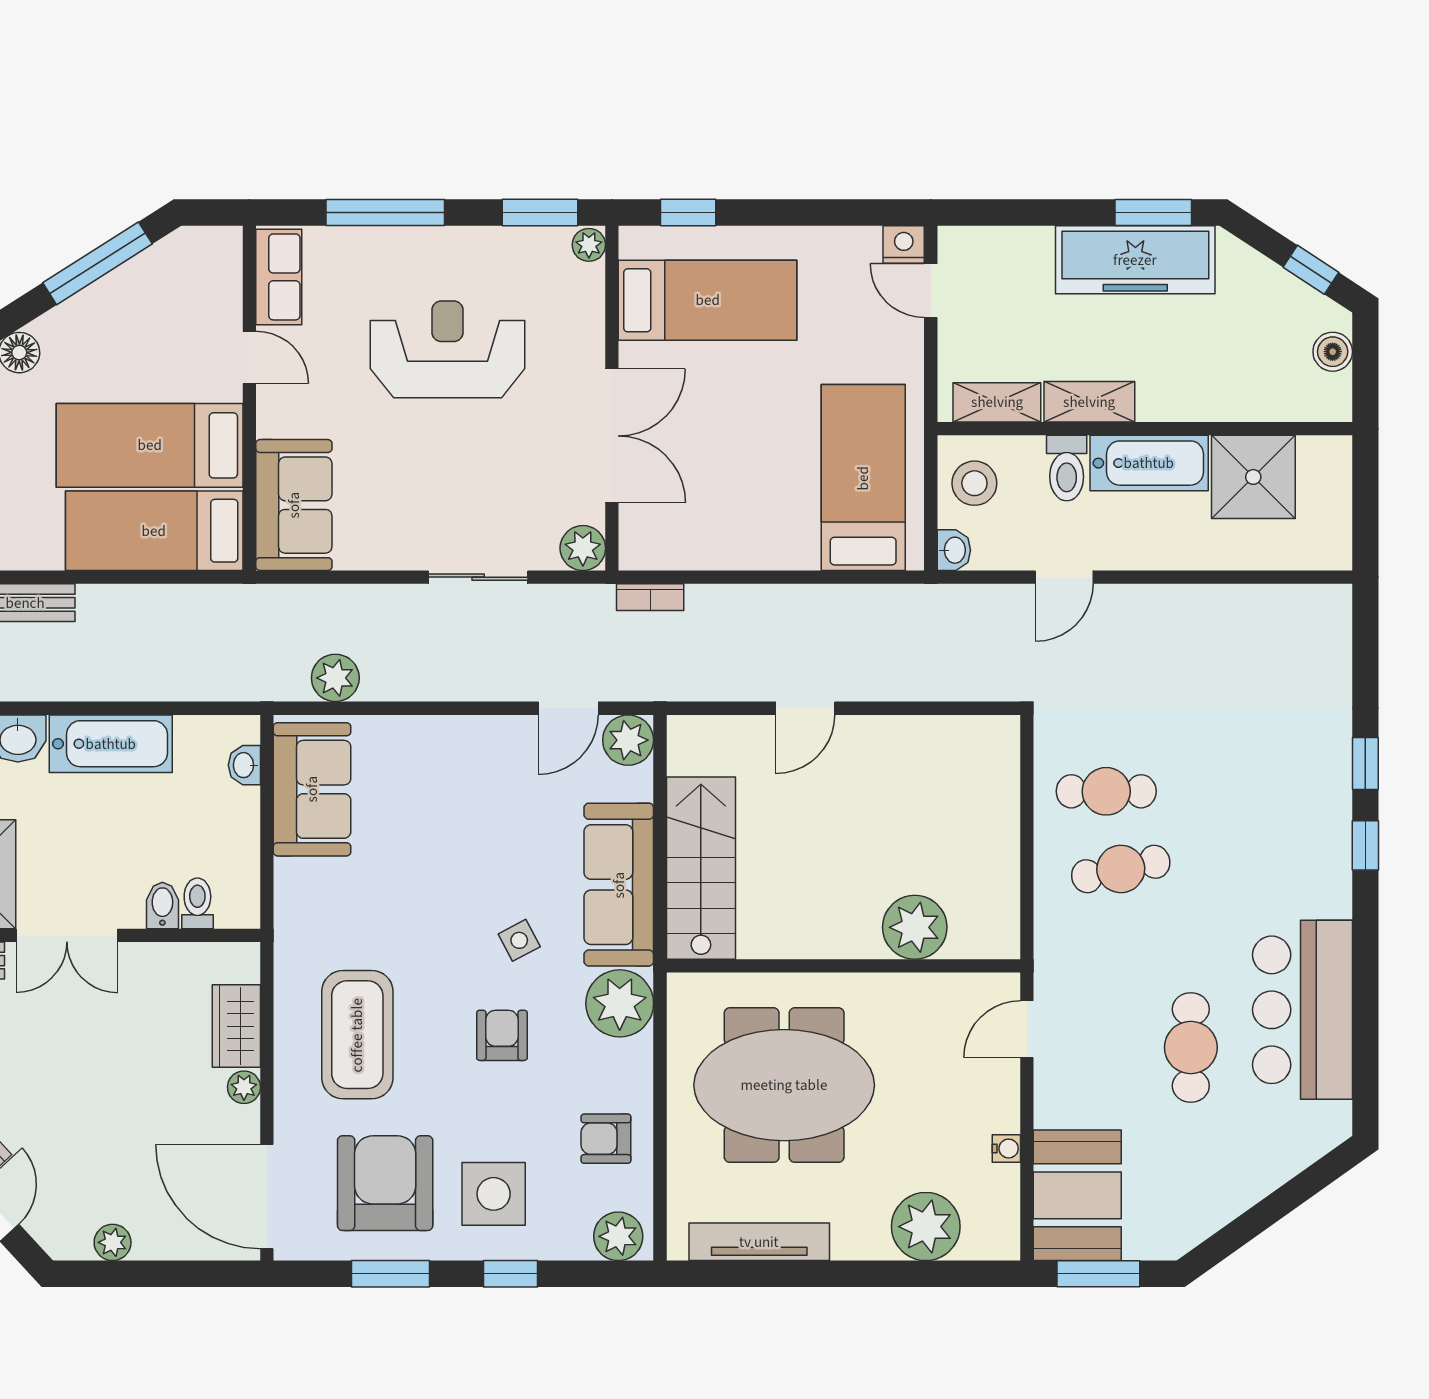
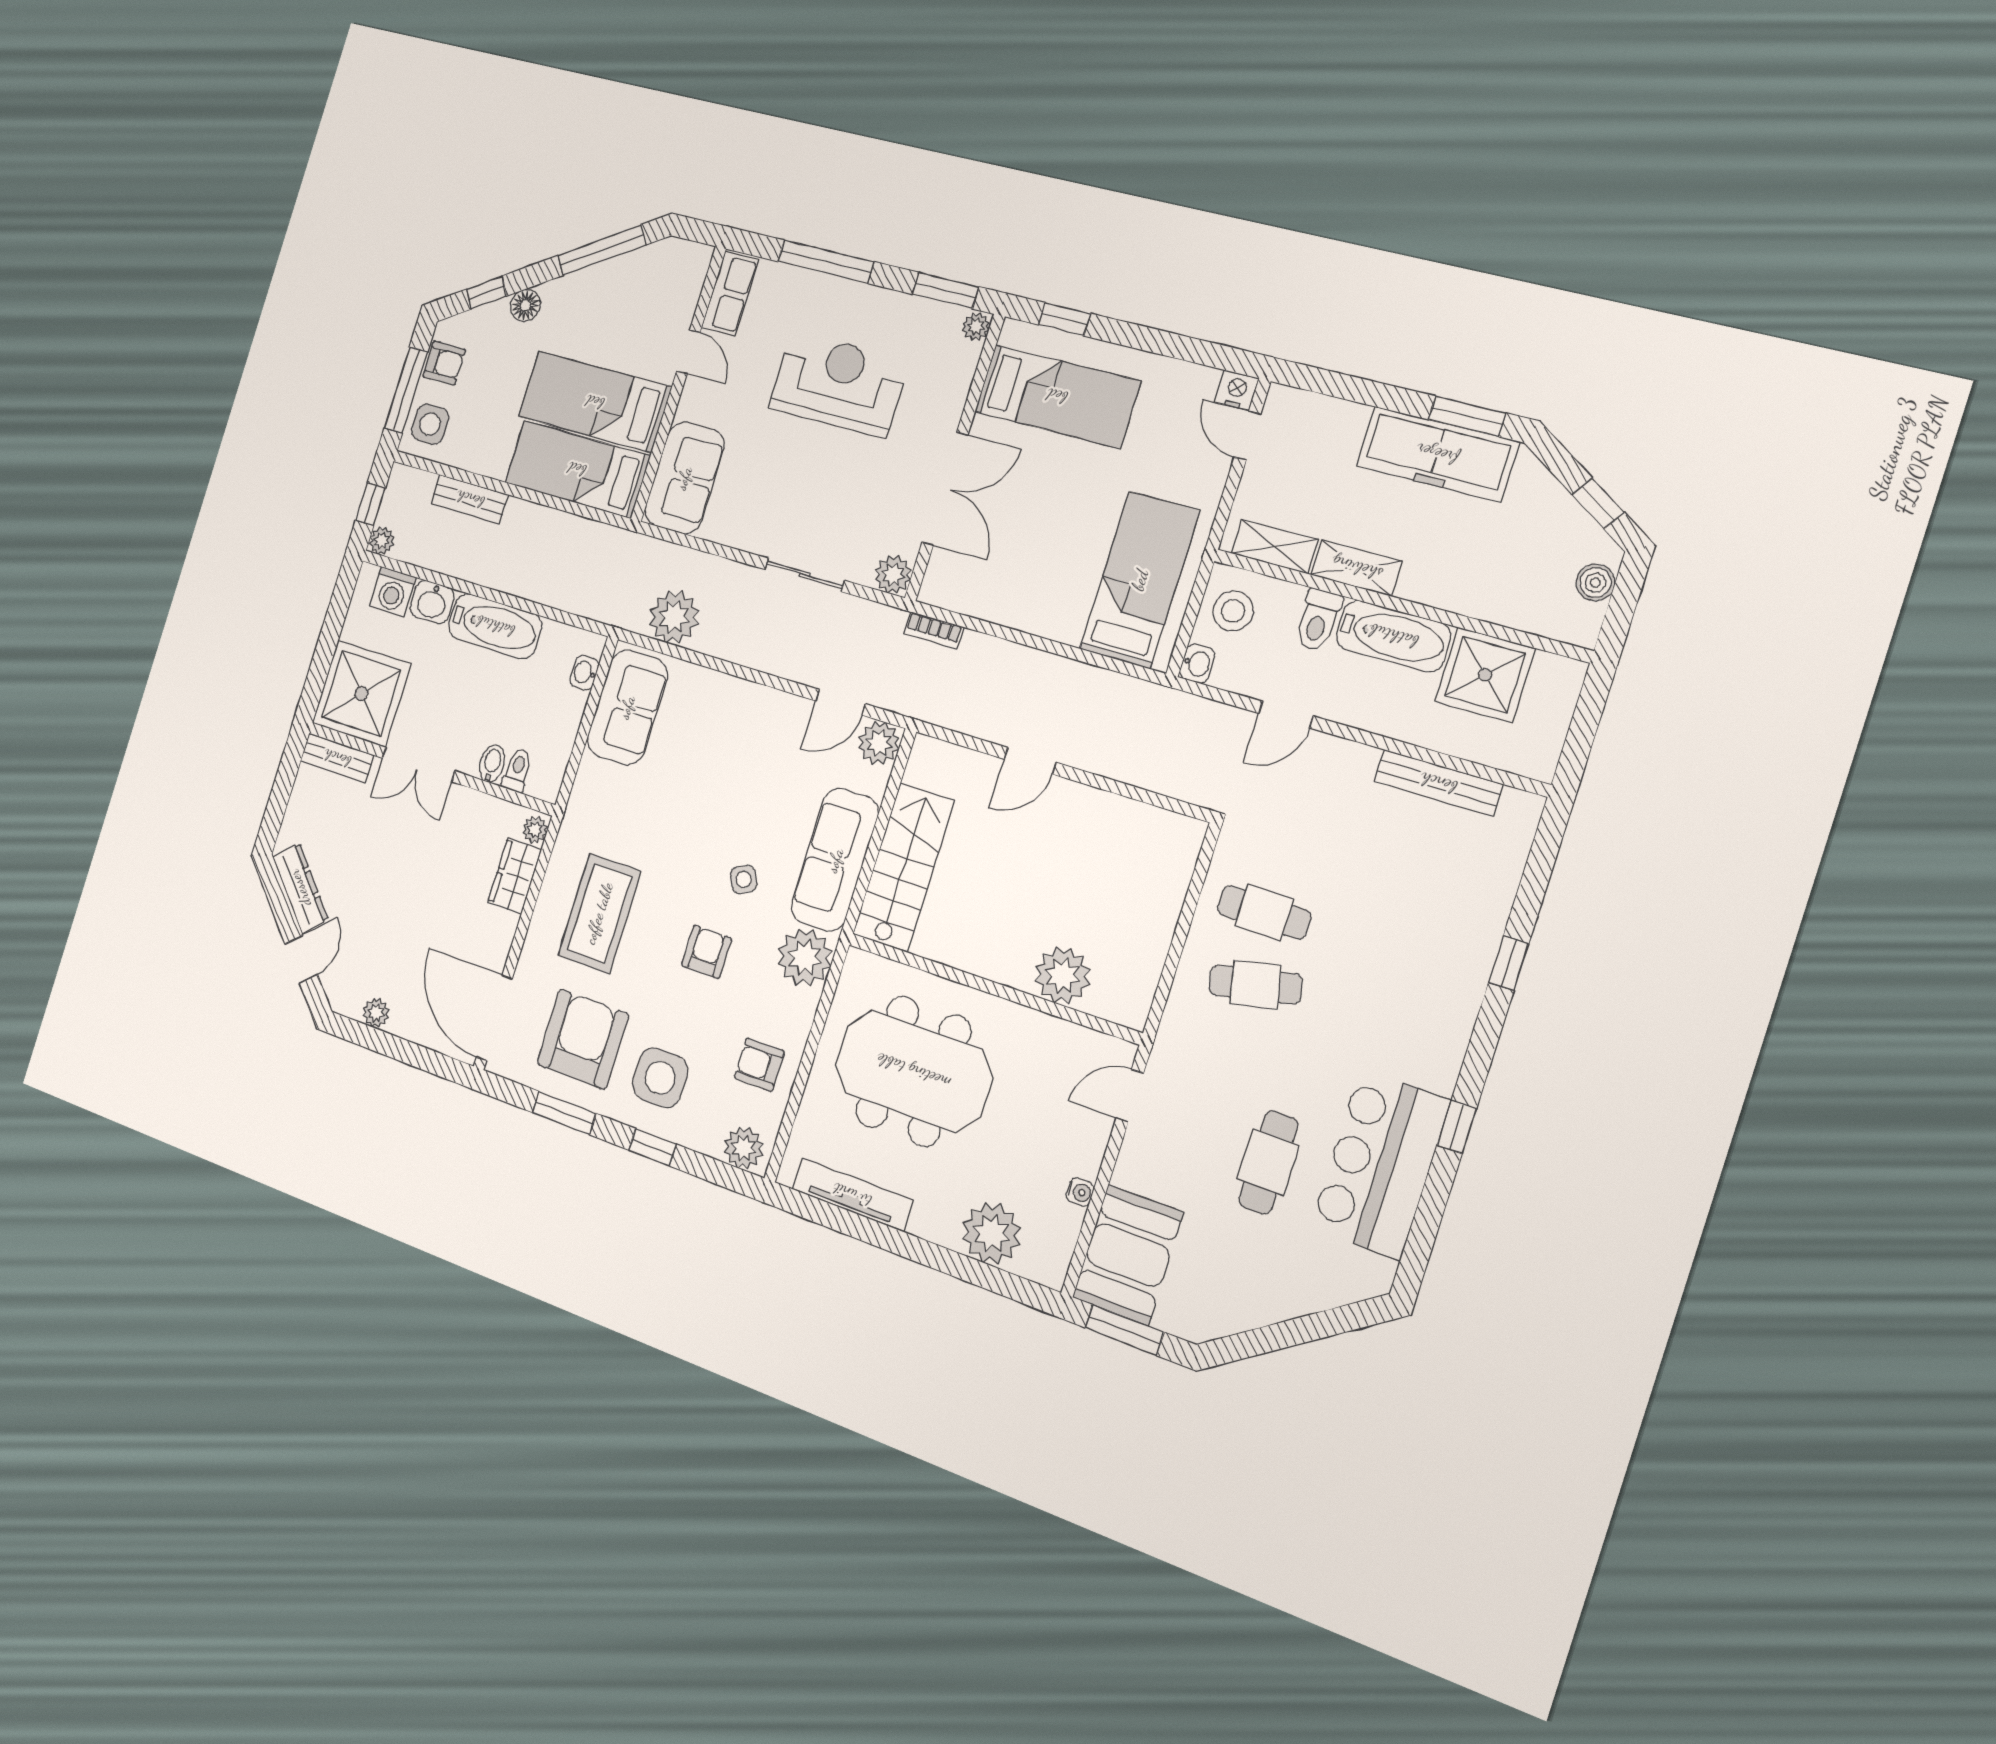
bench: (1241, 602) -> (1438, 783), added
plant: (335, 678) -> (674, 617), width x1.36, depth x1.36
window: (1365, 845) -> (1457, 1127), moved
plant: (244, 1087) -> (535, 830), moved

